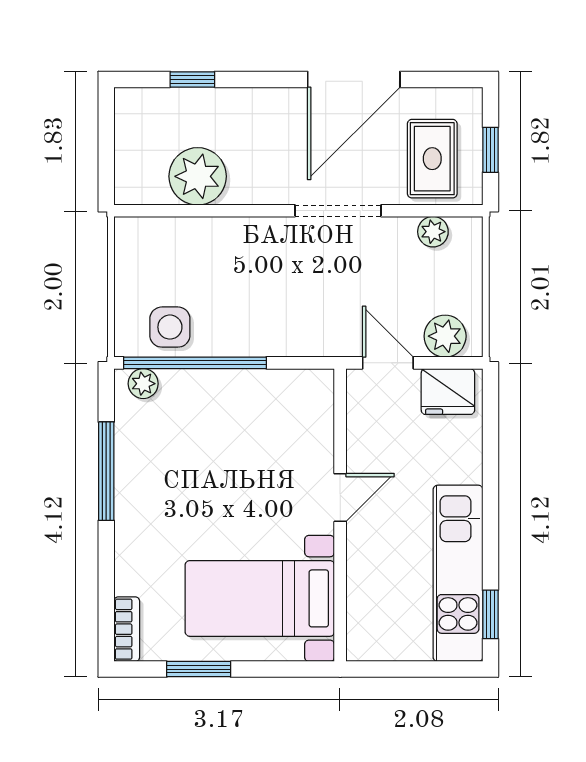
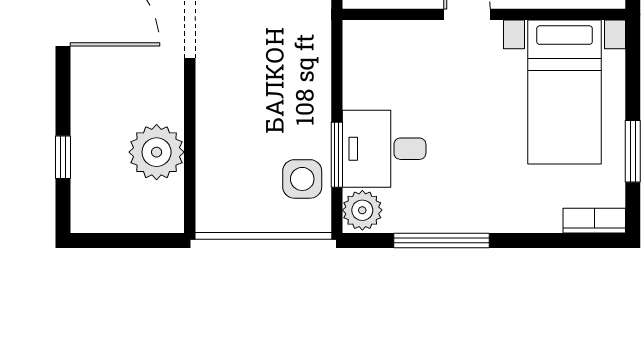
window: (195, 363) -> (337, 155), width x0.47
plant: (143, 384) -> (362, 210), width x1.38, depth x1.38
desk: (201, 412) -> (384, 149), added

